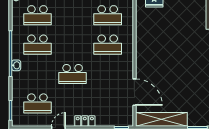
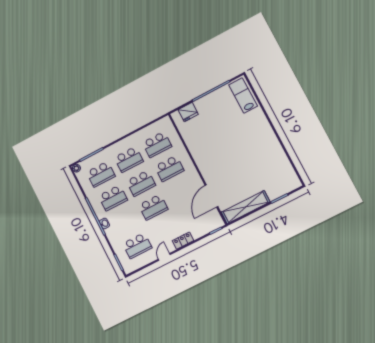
school desk: (73, 15) -> (129, 159), added
school desk: (73, 45) -> (141, 183), added
door: (134, 92) -> (211, 196), swing flipped

